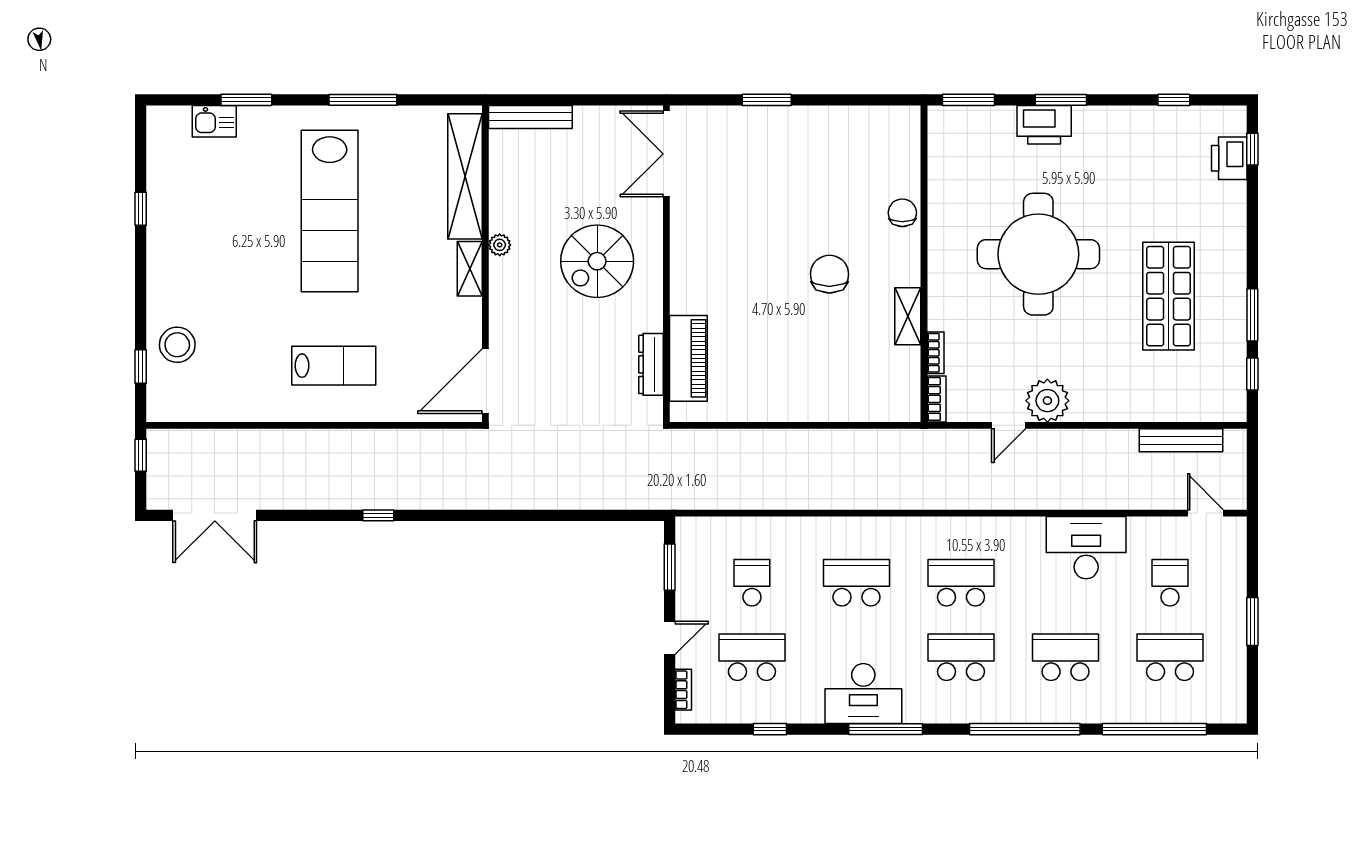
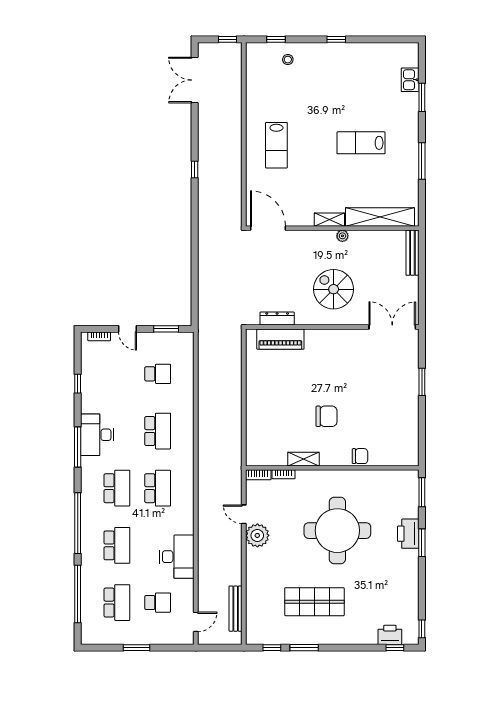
window: (1174, 100) -> (422, 629), moved
window: (141, 209) -> (336, 39), moved
lab bench: (330, 211) -> (361, 143), width x0.54, depth x0.72
stool: (177, 345) -> (288, 60), width x0.53, depth x0.53
school desk: (752, 657) -> (117, 374), removed

